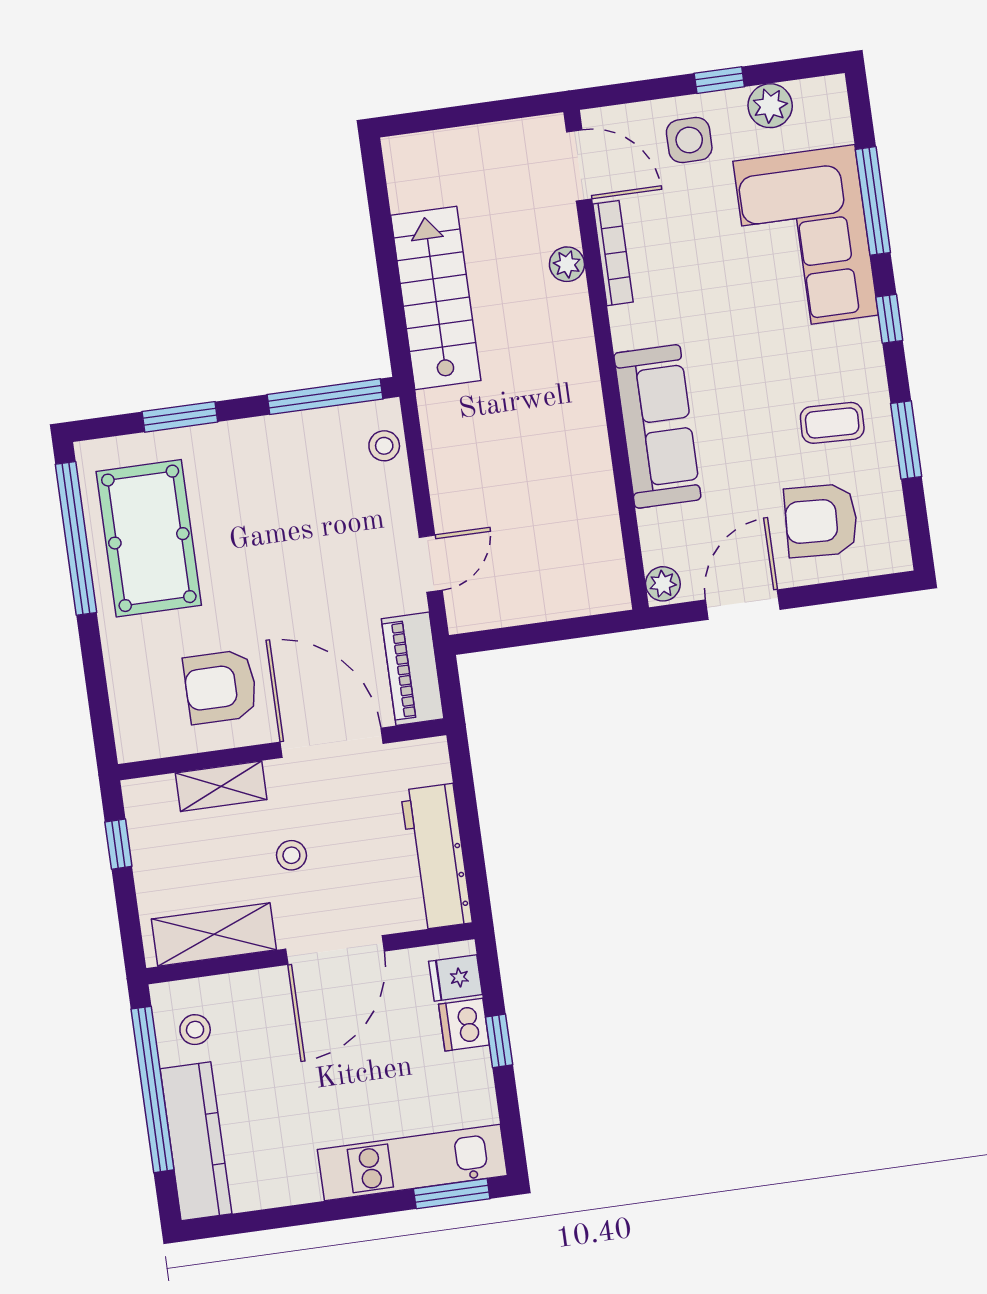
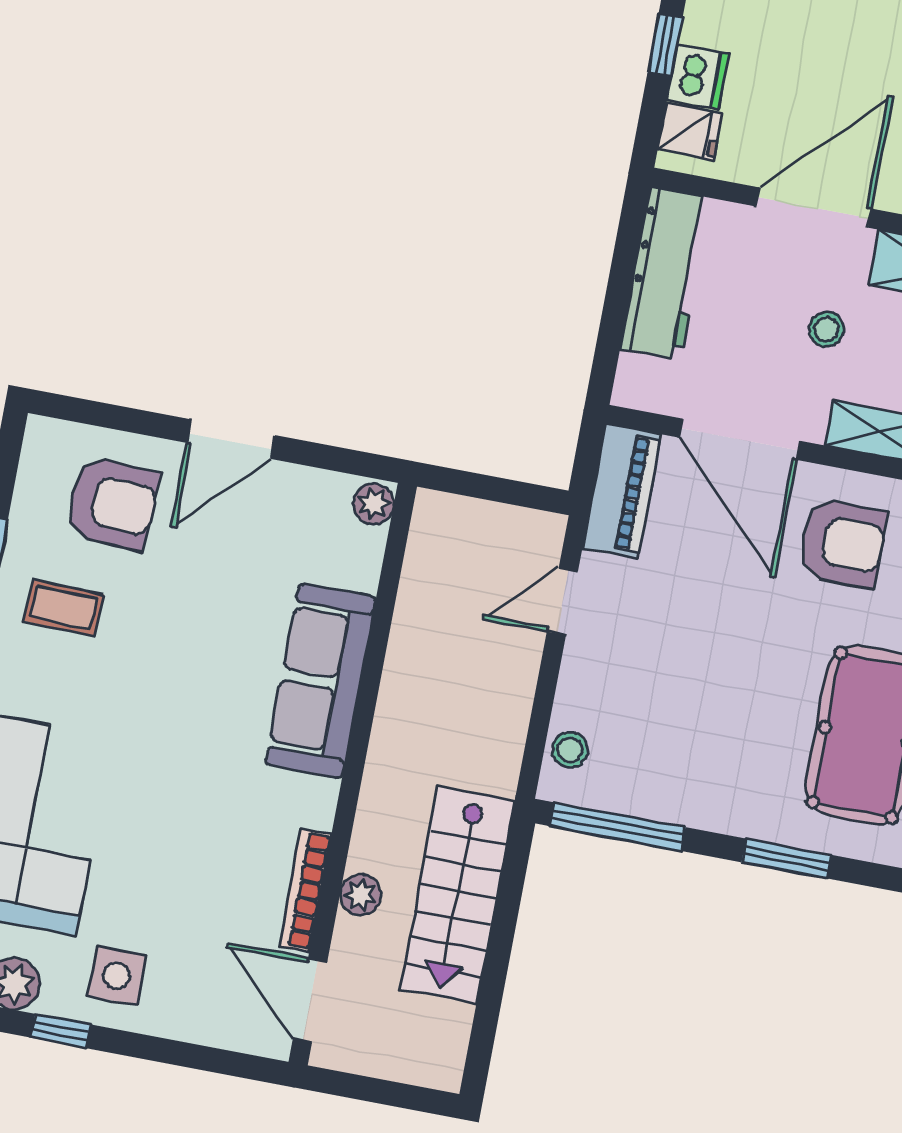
door: (579, 165) -> (310, 1000), moved
bookcase: (613, 253) -> (305, 890), moved
plant: (567, 264) -> (361, 895), moved
wall: (606, 360) -> (353, 774), moved
sofa: (657, 426) -> (321, 681), moved
plant: (663, 584) -> (373, 504), moved

